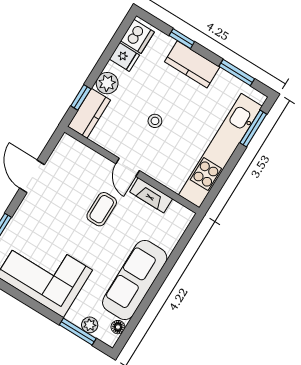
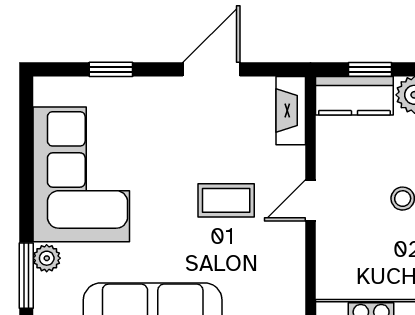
fireplace: (151, 195) -> (291, 111), moved
plant: (90, 325) -> (47, 258), moved

